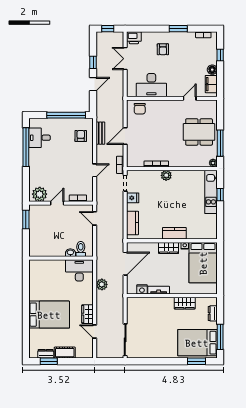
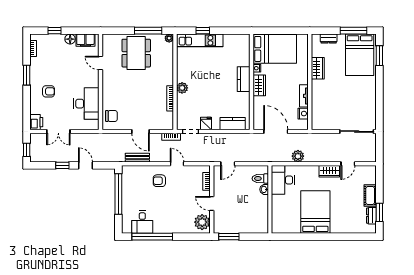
armchair: (81, 136) -> (159, 181), moved
bed: (49, 315) -> (315, 212), moved

